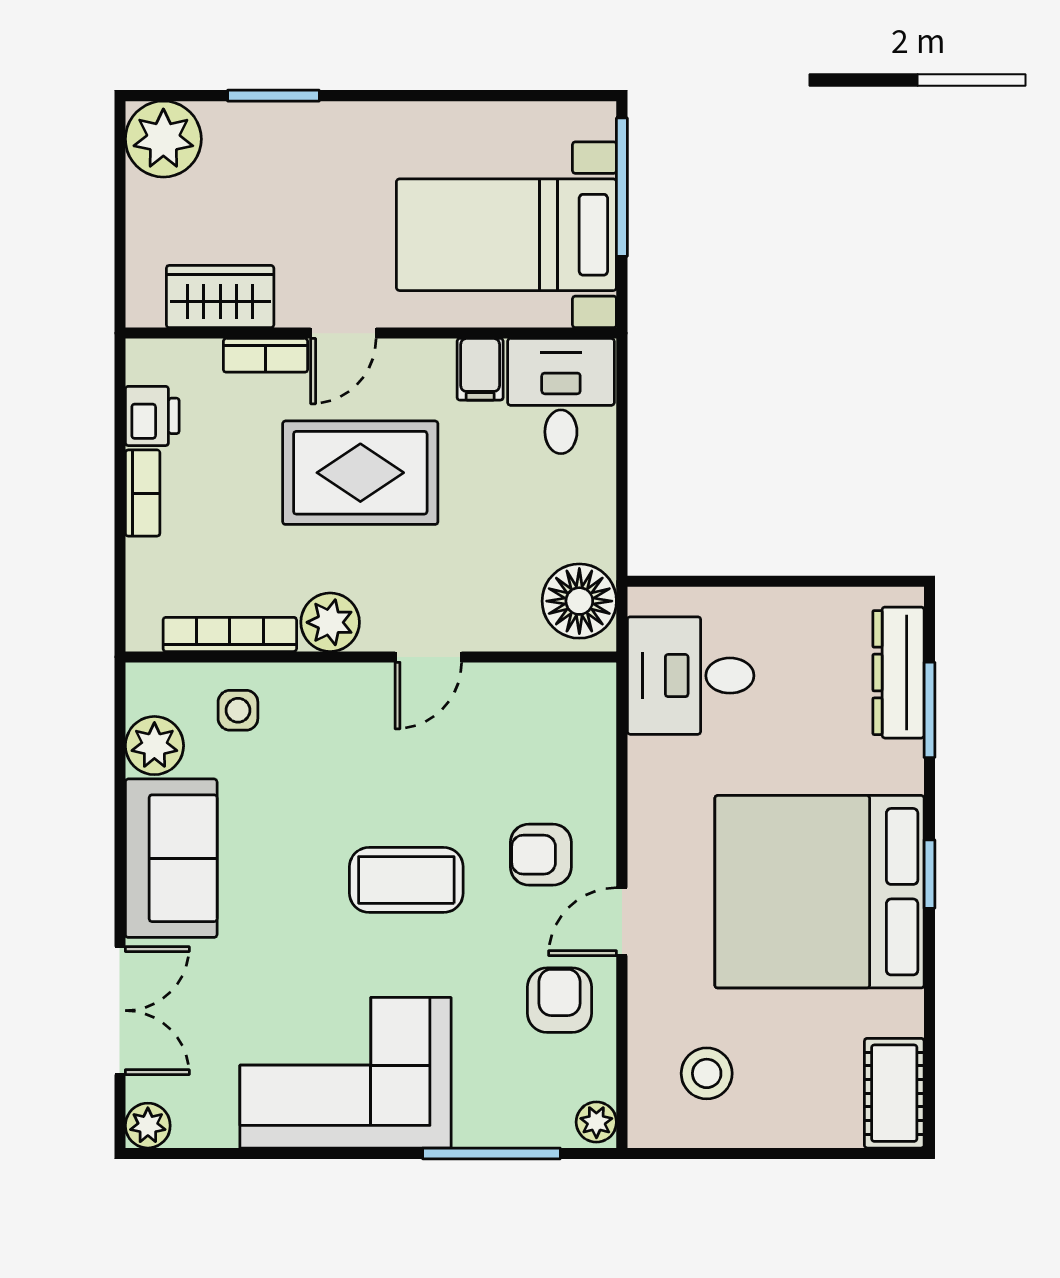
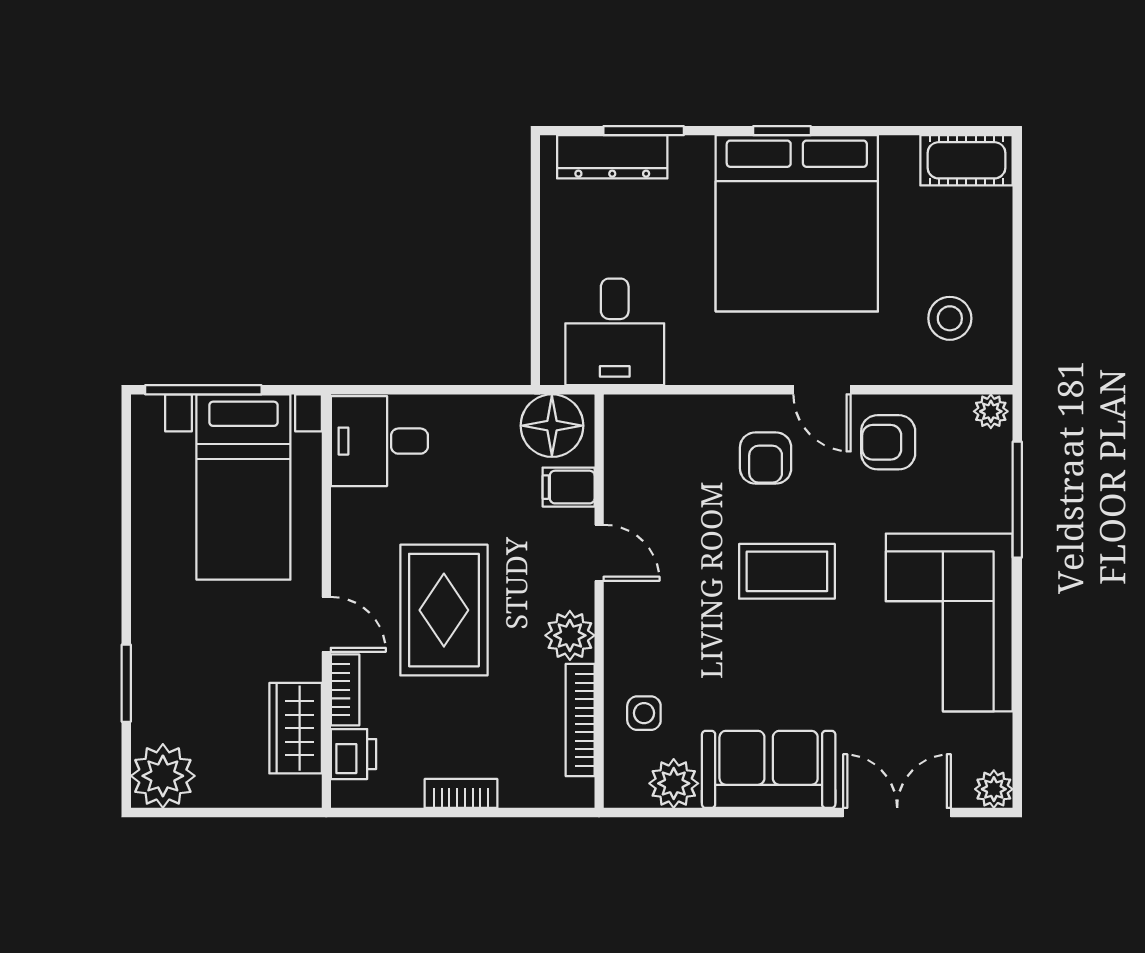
filing cabinet: (480, 369) -> (569, 487), moved, turned 180
printer: (152, 416) -> (354, 754), moved, turned 90
coffee table: (406, 880) -> (787, 571), turned 90

